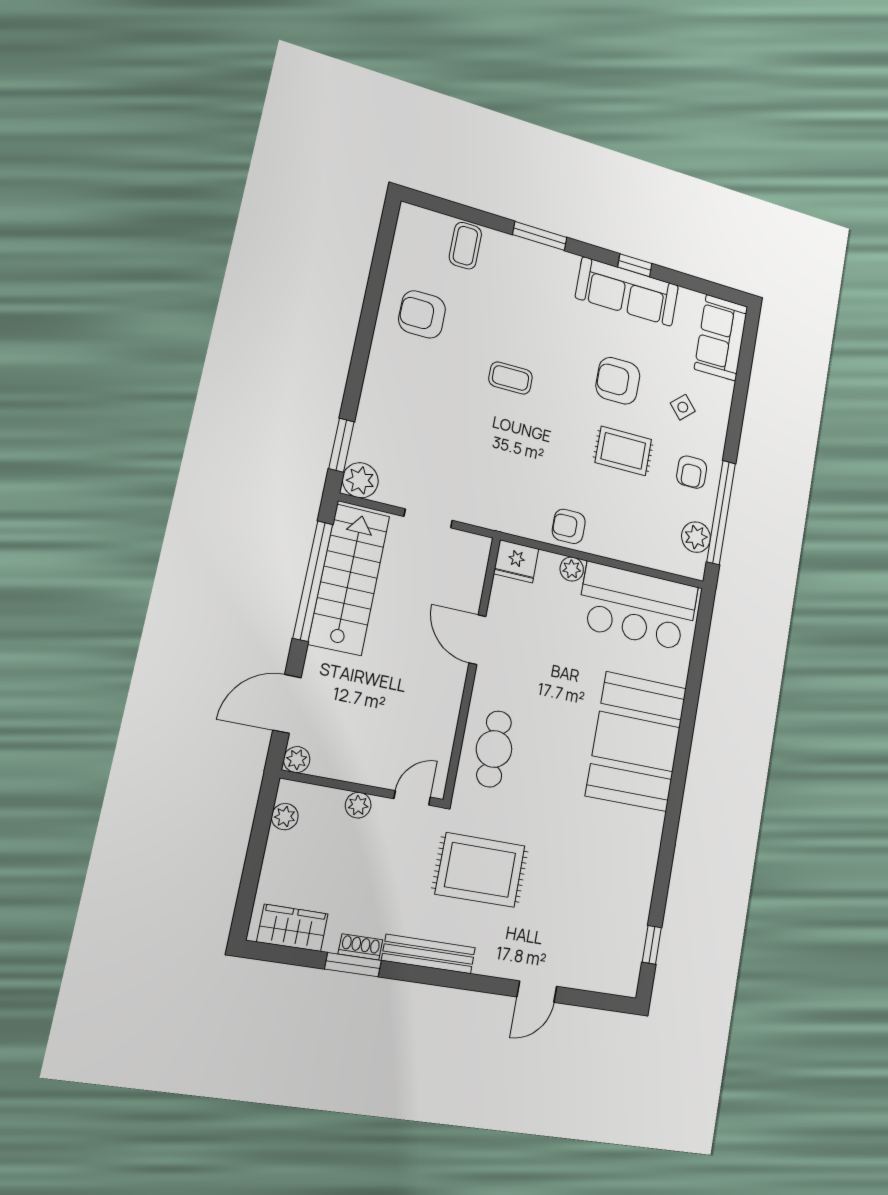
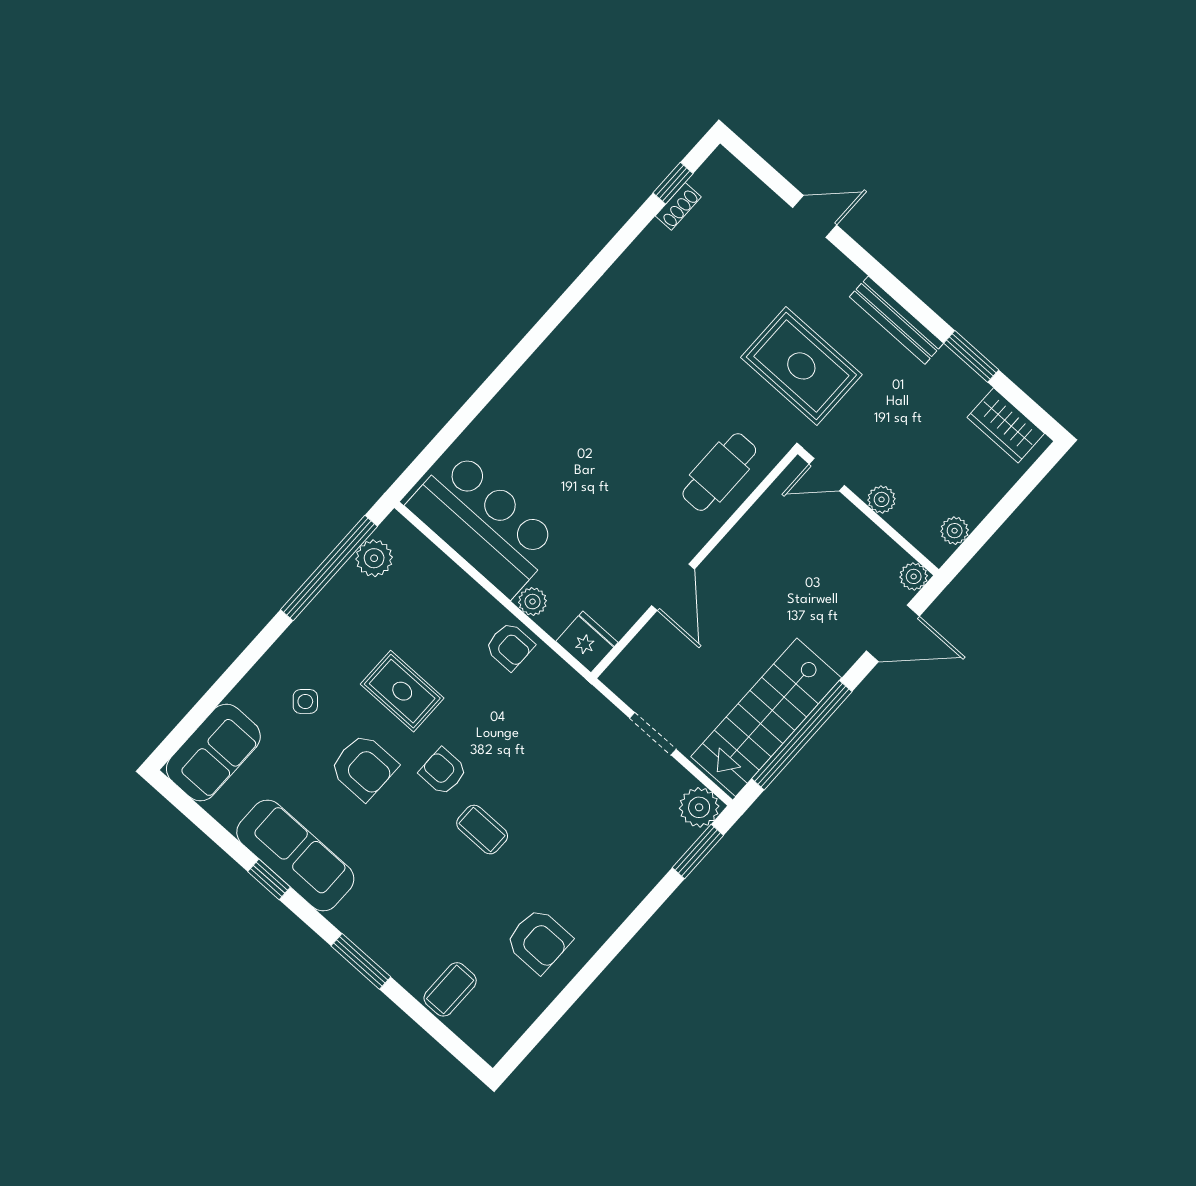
armchair: (692, 472) -> (443, 771), moved, turned -90
booth: (636, 742) -> (568, 390), removed
shoe rack: (360, 947) -> (678, 206), moved, turned -90

